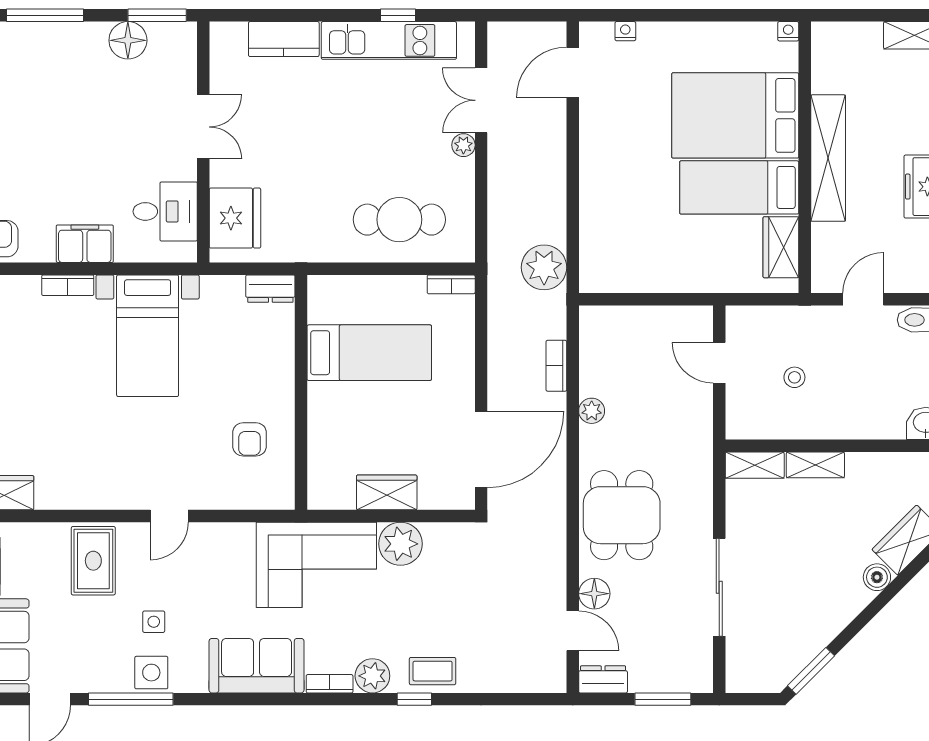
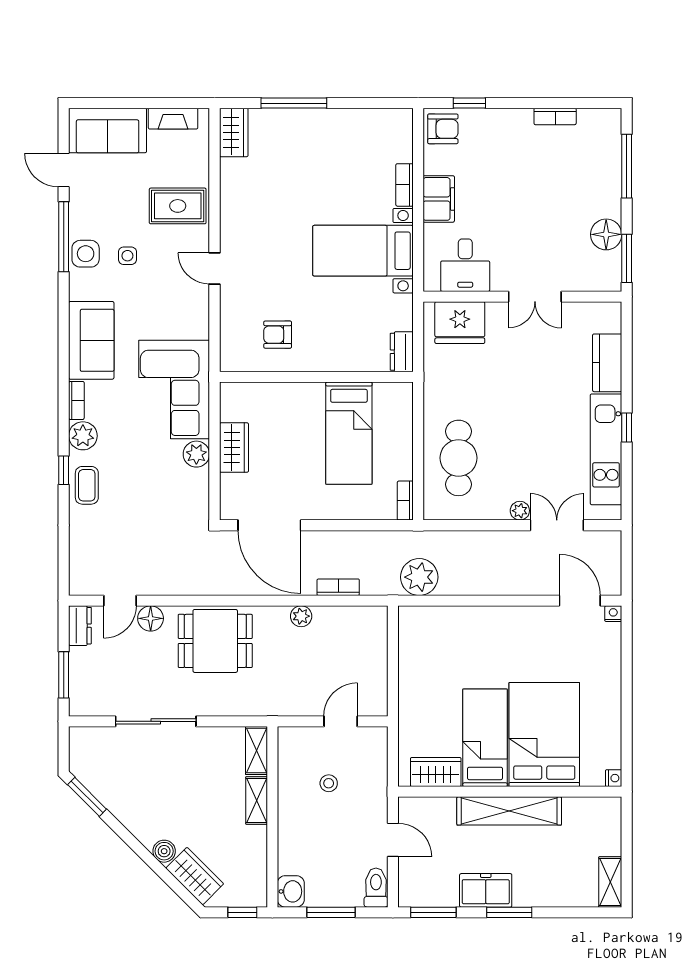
window: (398, 15) -> (627, 427), moved
nightstand: (625, 31) -> (613, 614), moved, turned -90
plant: (400, 544) -> (196, 454), width x0.73, depth x0.73

